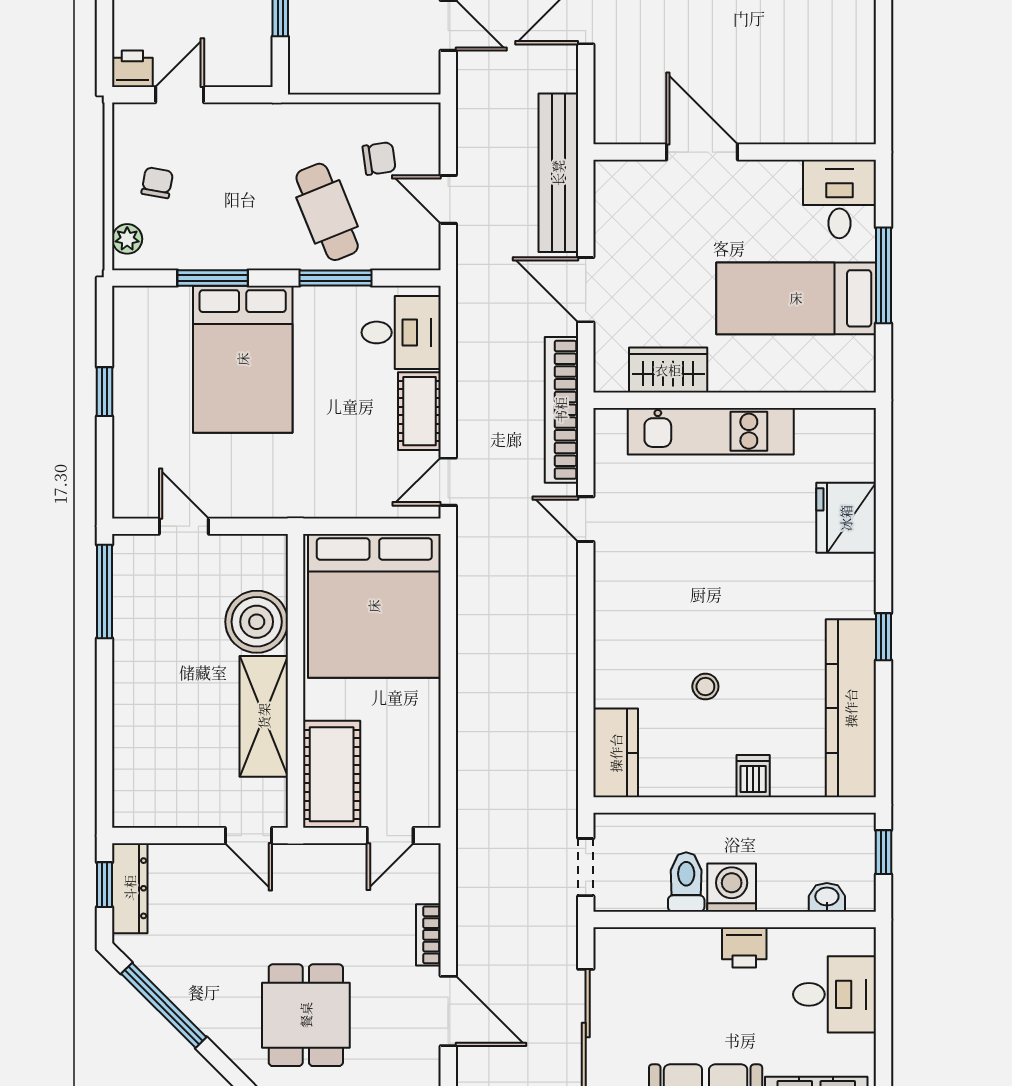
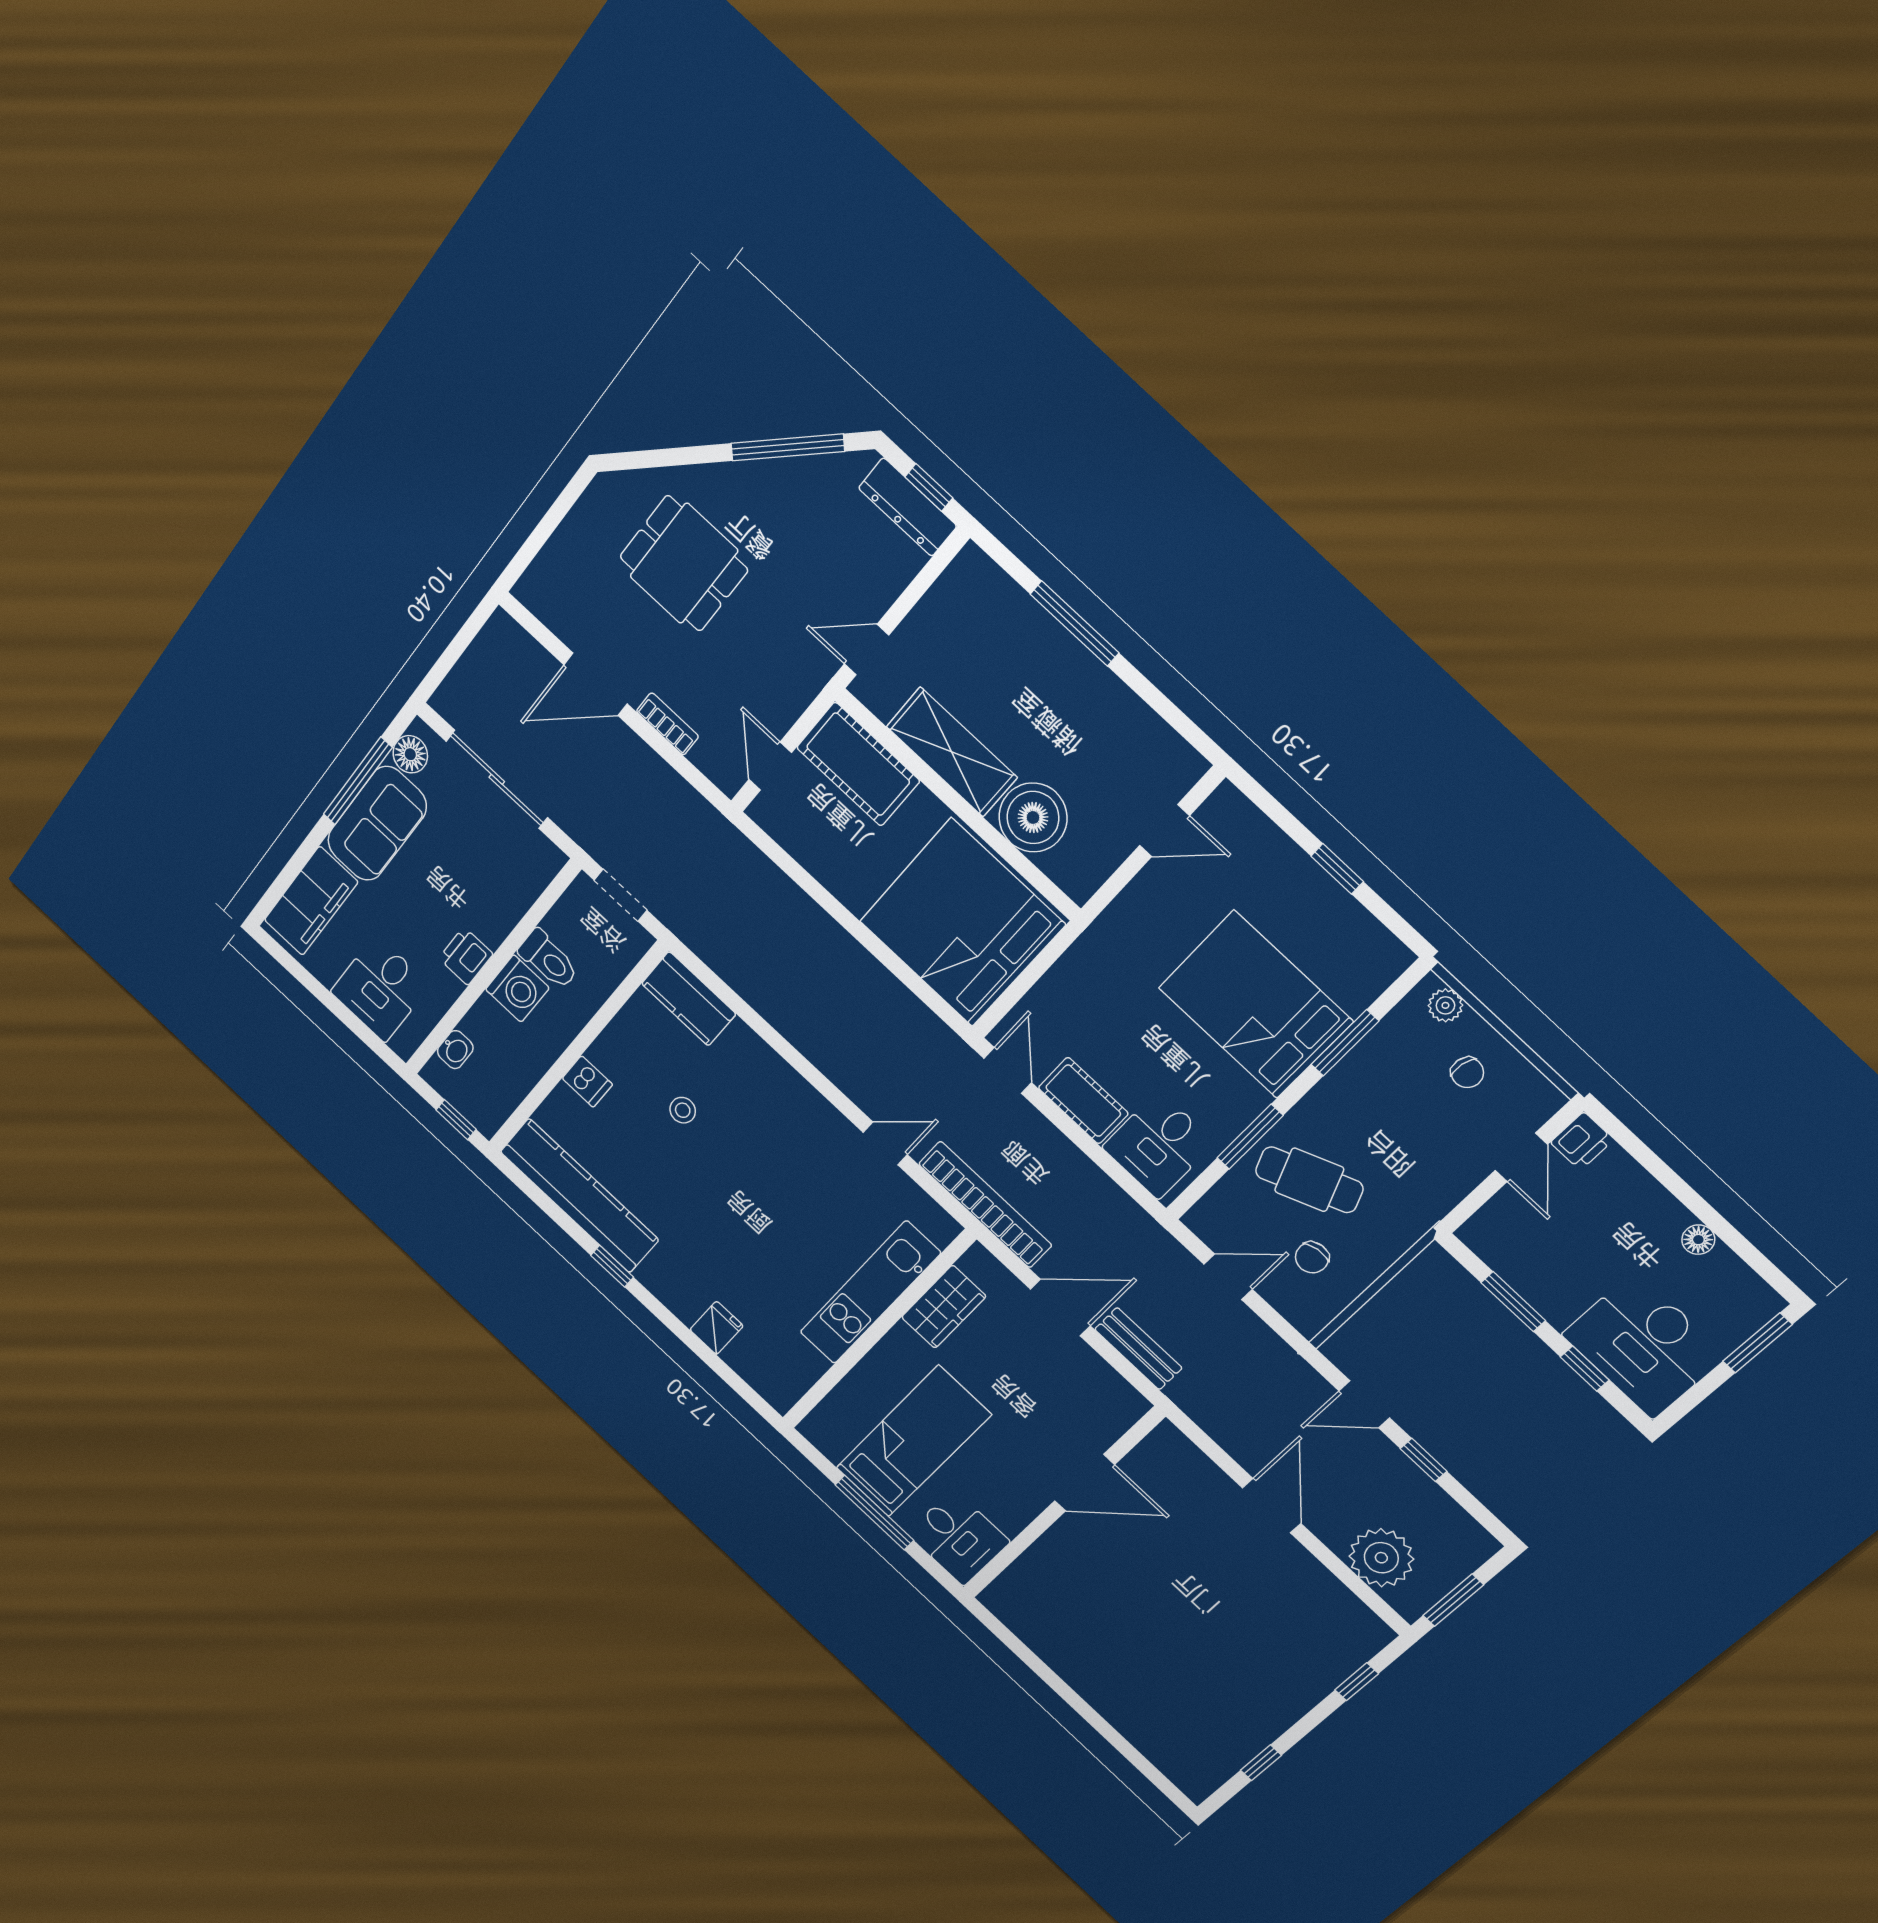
bench: (558, 173) -> (1138, 1349), width x0.54, depth x0.82
fridge: (846, 518) -> (717, 1328), width x0.53, depth x0.75
window: (105, 592) -> (1075, 623), moved

